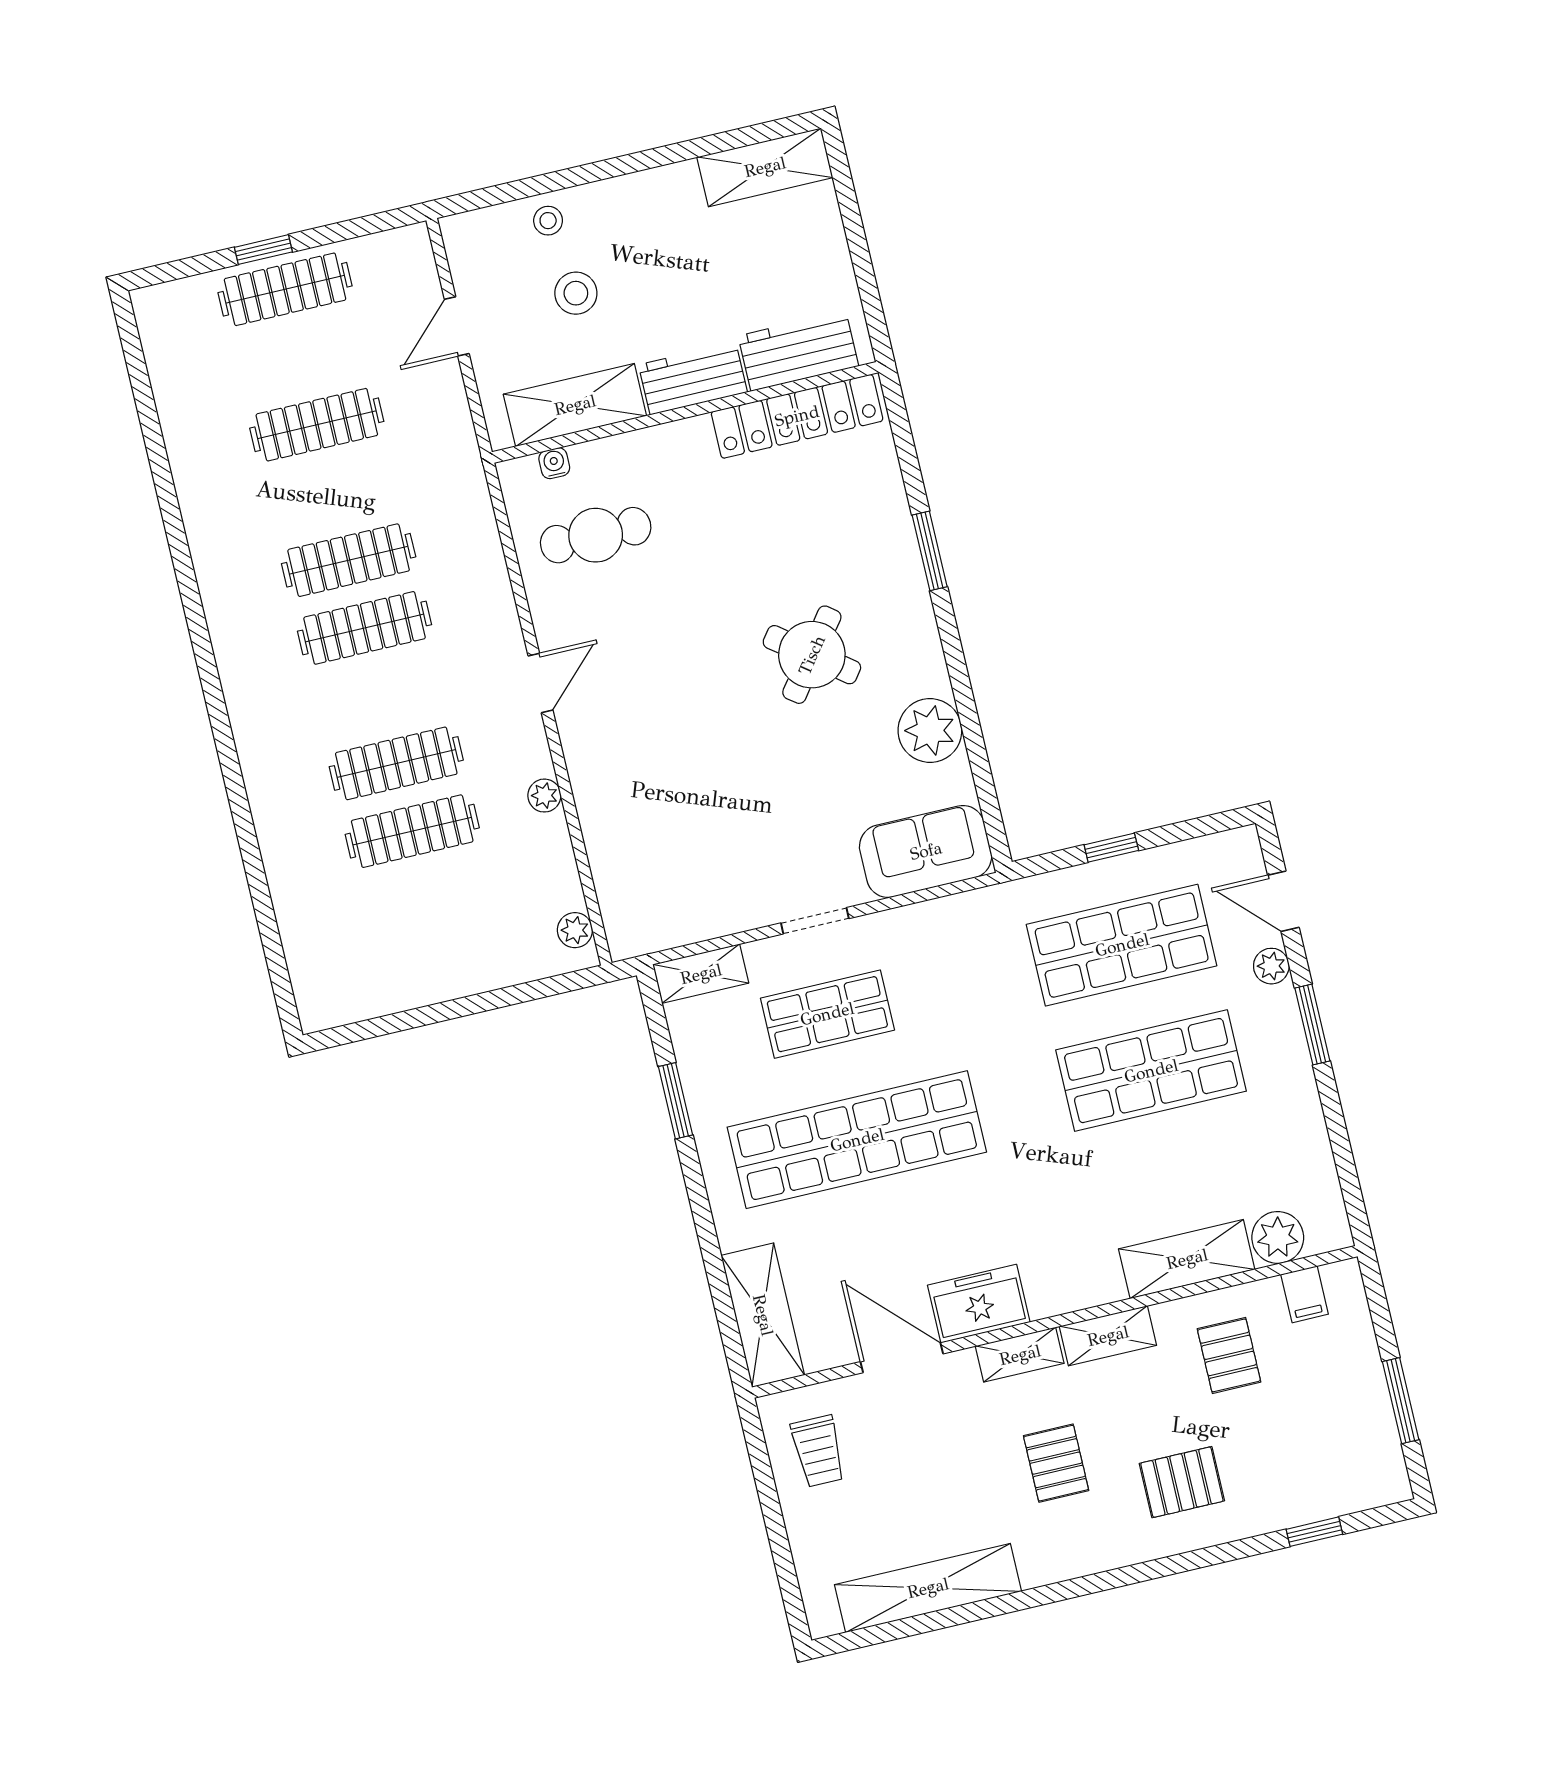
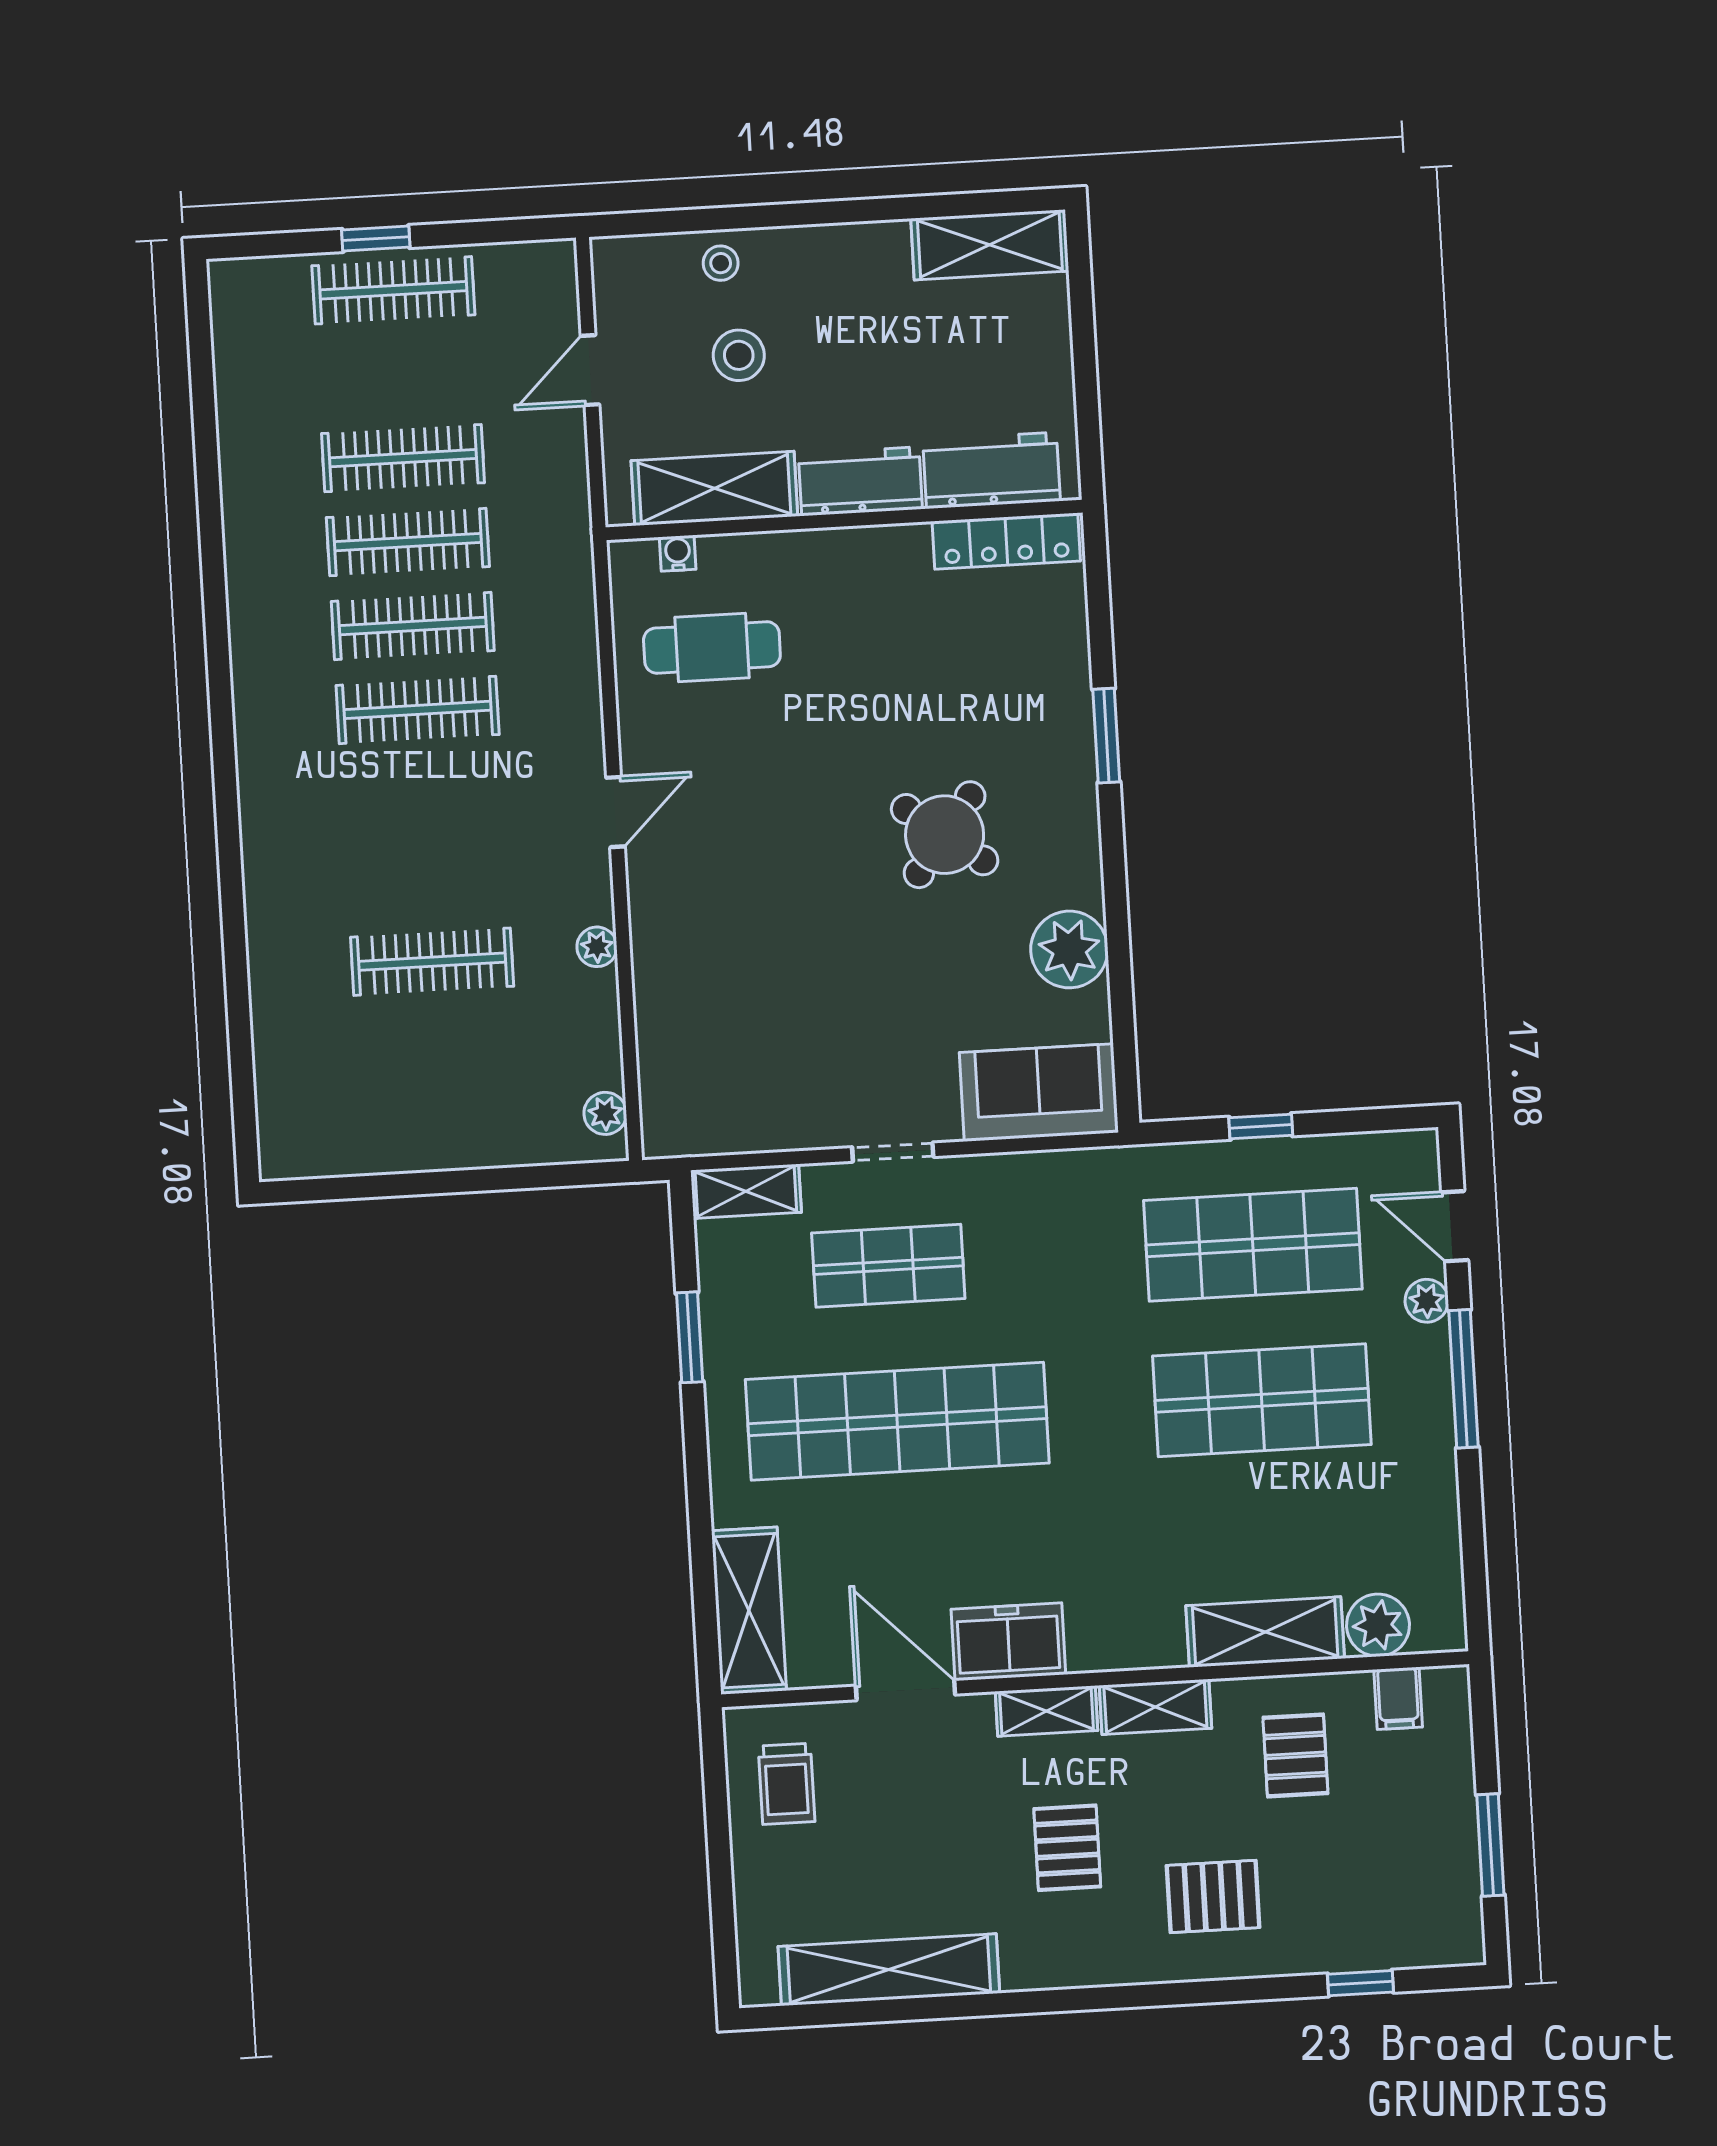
locker: (797, 416) -> (1006, 541), width x0.71, depth x0.83
clothes rail: (396, 763) -> (408, 542), moved
window: (1312, 1024) -> (1463, 1379), width x1.44

